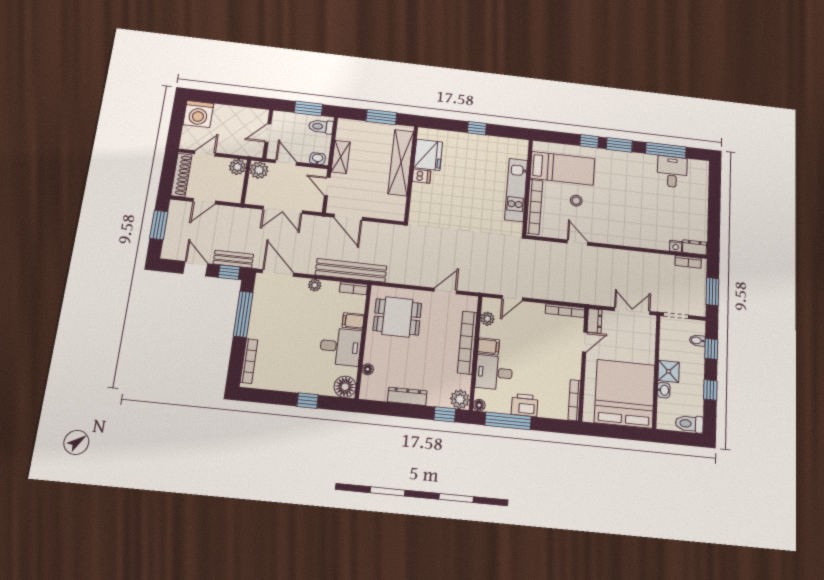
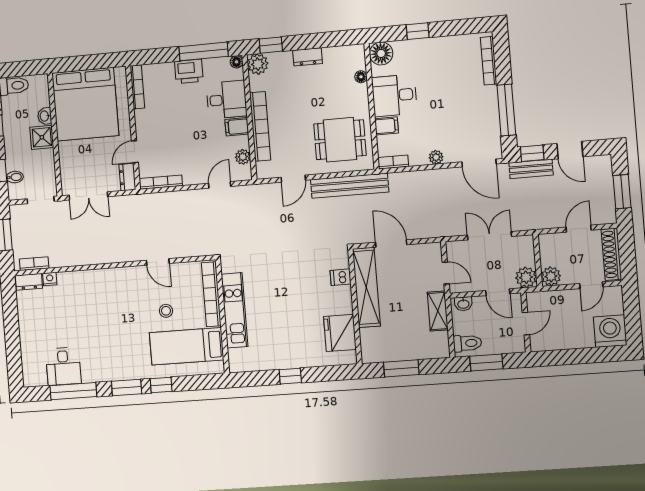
shelving: (401, 163) -> (366, 287), moved
dishwasher: (421, 176) -> (340, 277), moved
door: (348, 217) -> (391, 243), moved
bench: (351, 270) -> (350, 186), moved
dresser: (407, 396) -> (308, 57), width x0.70

